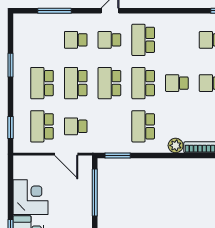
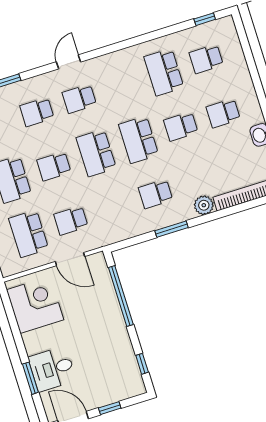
school desk: (143, 40) -> (164, 72), moved
school desk: (76, 83) -> (54, 166), width x0.54
school desk: (143, 126) -> (156, 194), width x0.54
window: (118, 155) -> (171, 229), moved
corner desk: (31, 197) -> (35, 305), moved

